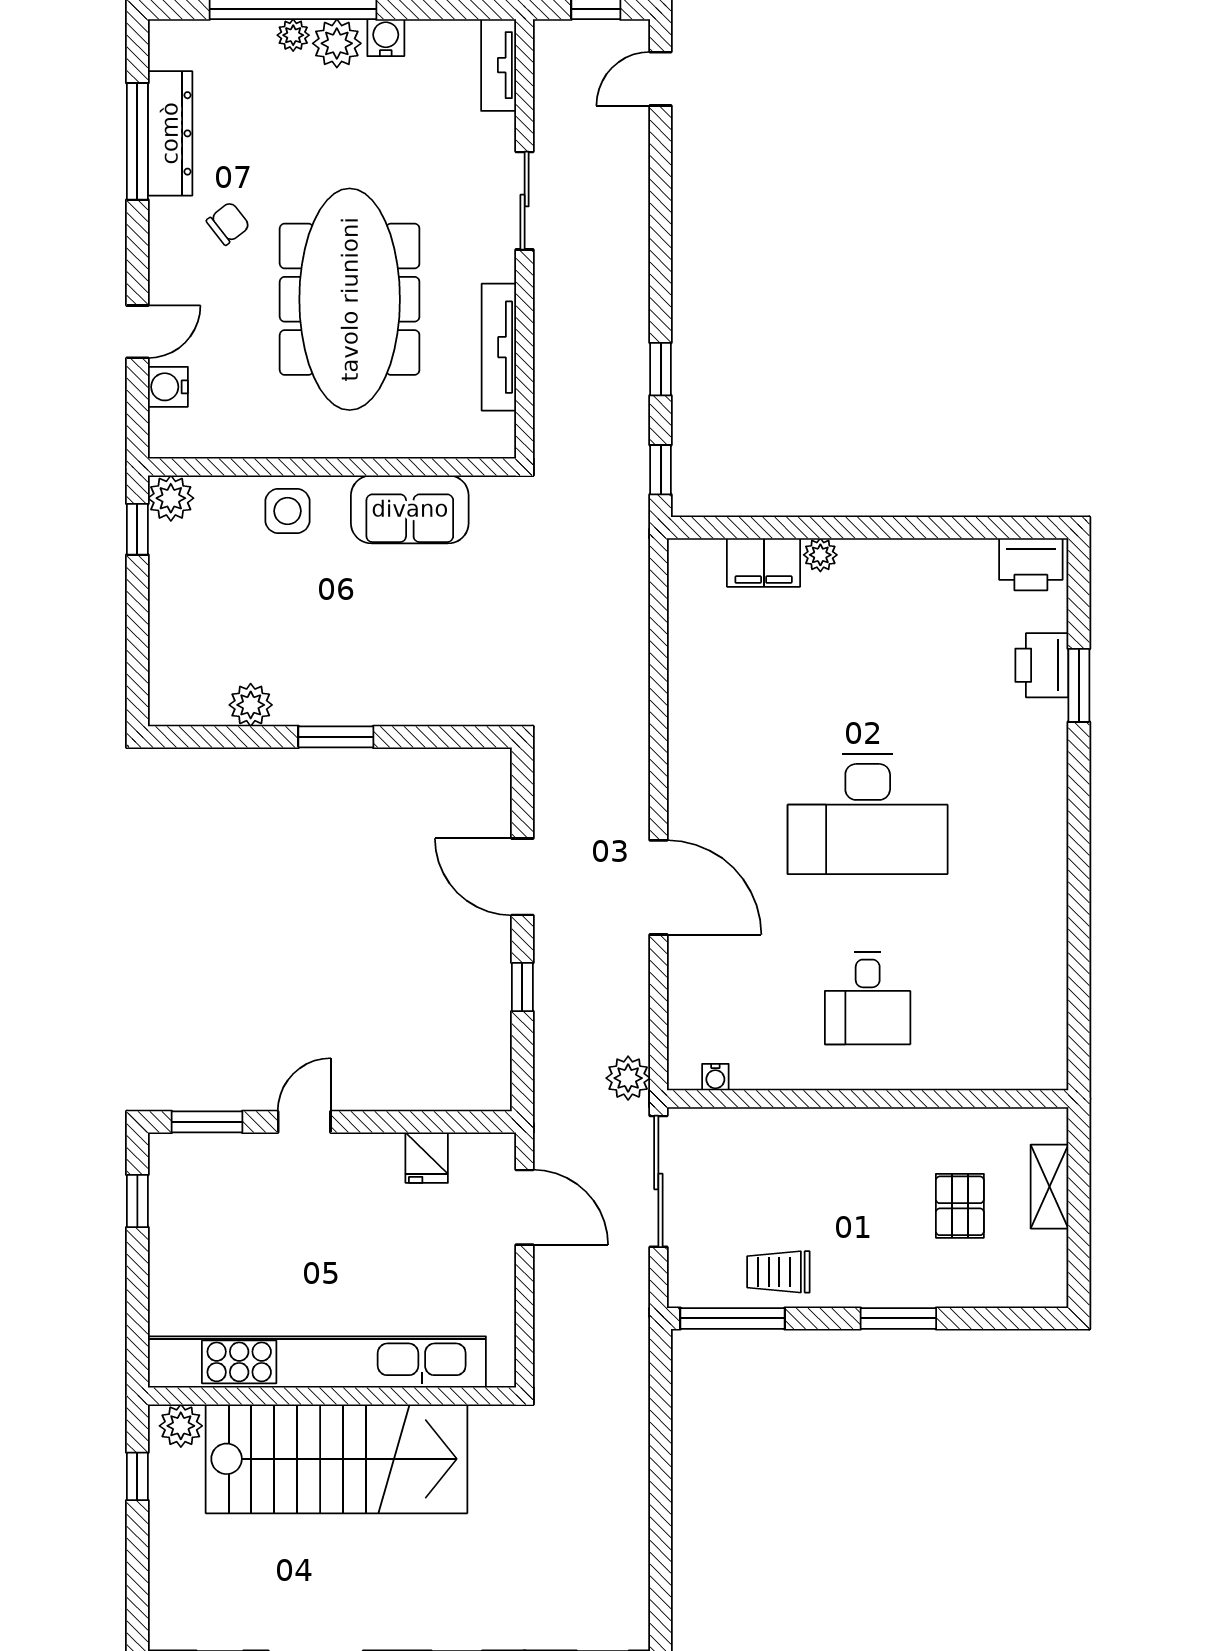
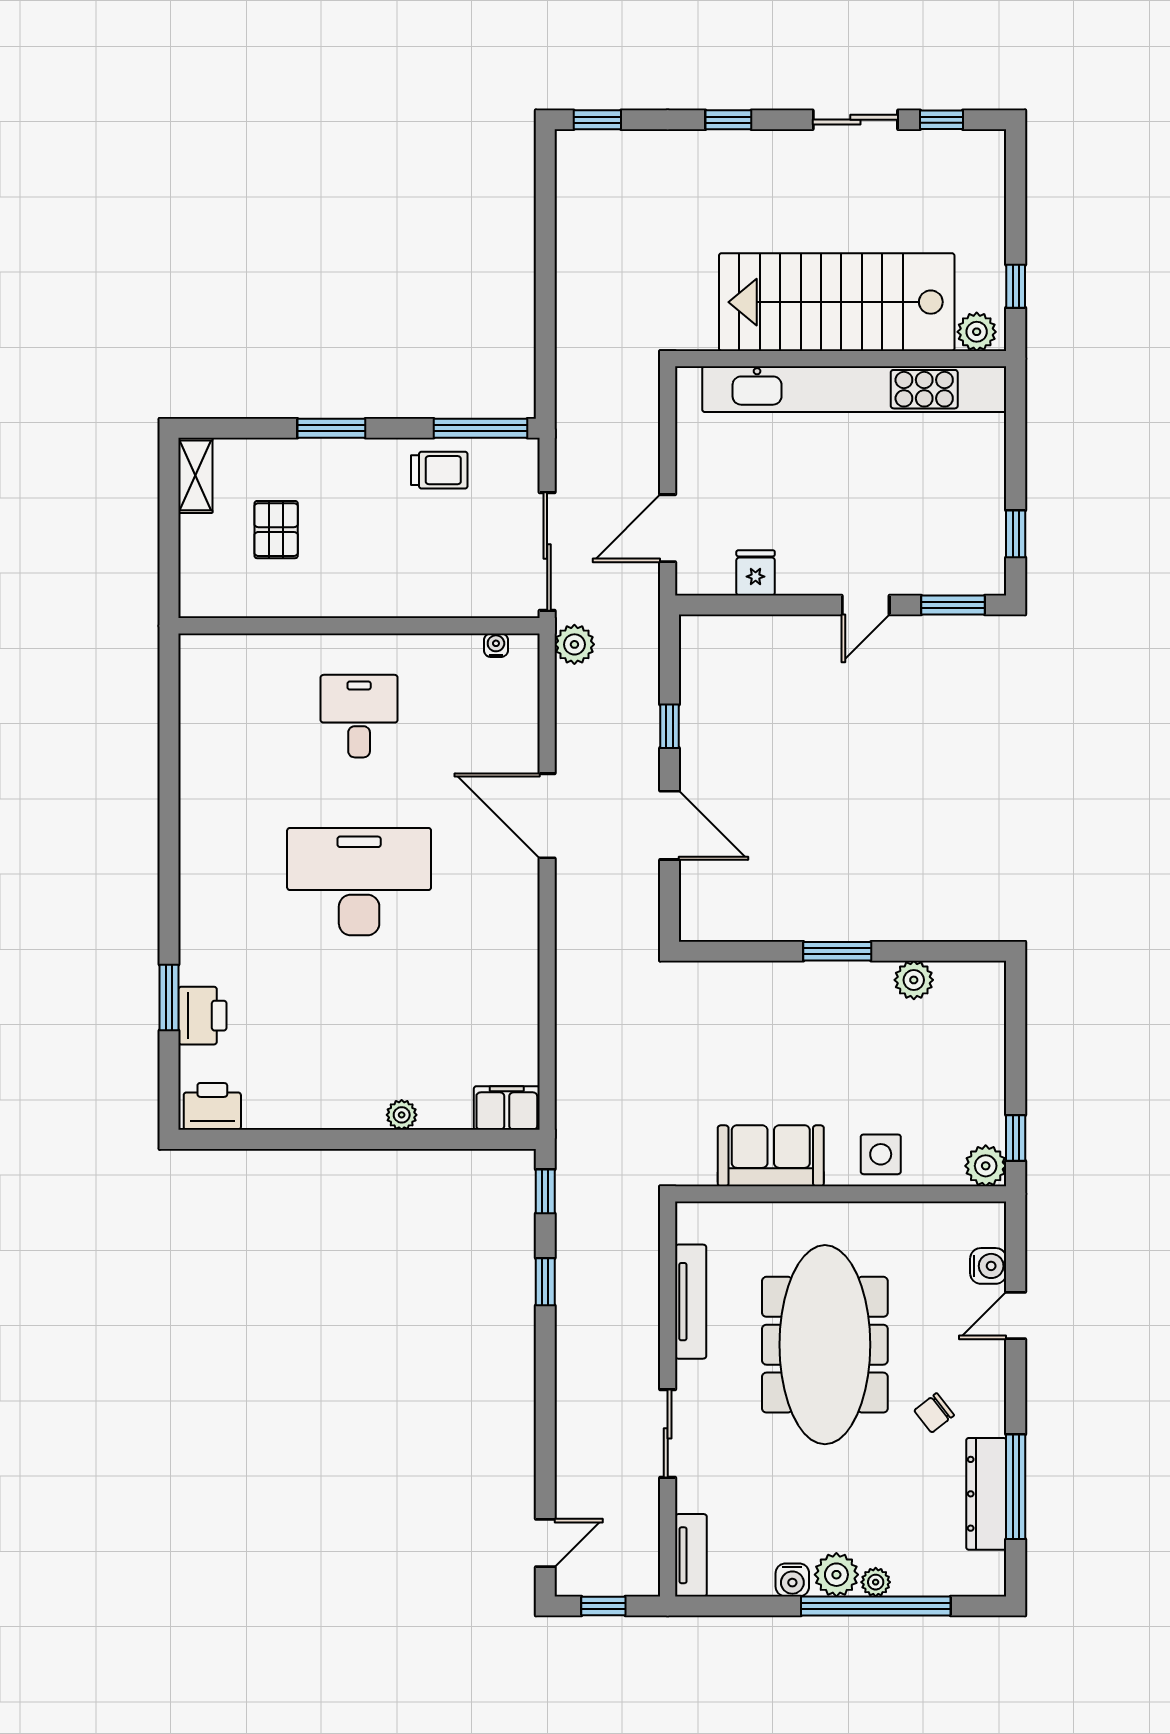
filing cabinet: (764, 562) -> (507, 1108), moved
shelving: (1050, 1187) -> (195, 475), moved
door: (525, 1207) -> (668, 528), hinge flipped

